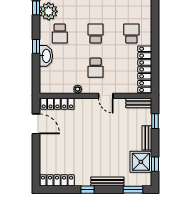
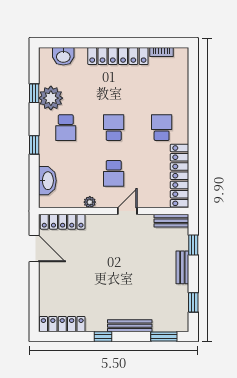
washbasin: (46, 56) -> (47, 181), moved
door: (106, 96) -> (127, 211), swing flipped
shower: (141, 162) -> (174, 299), removed

